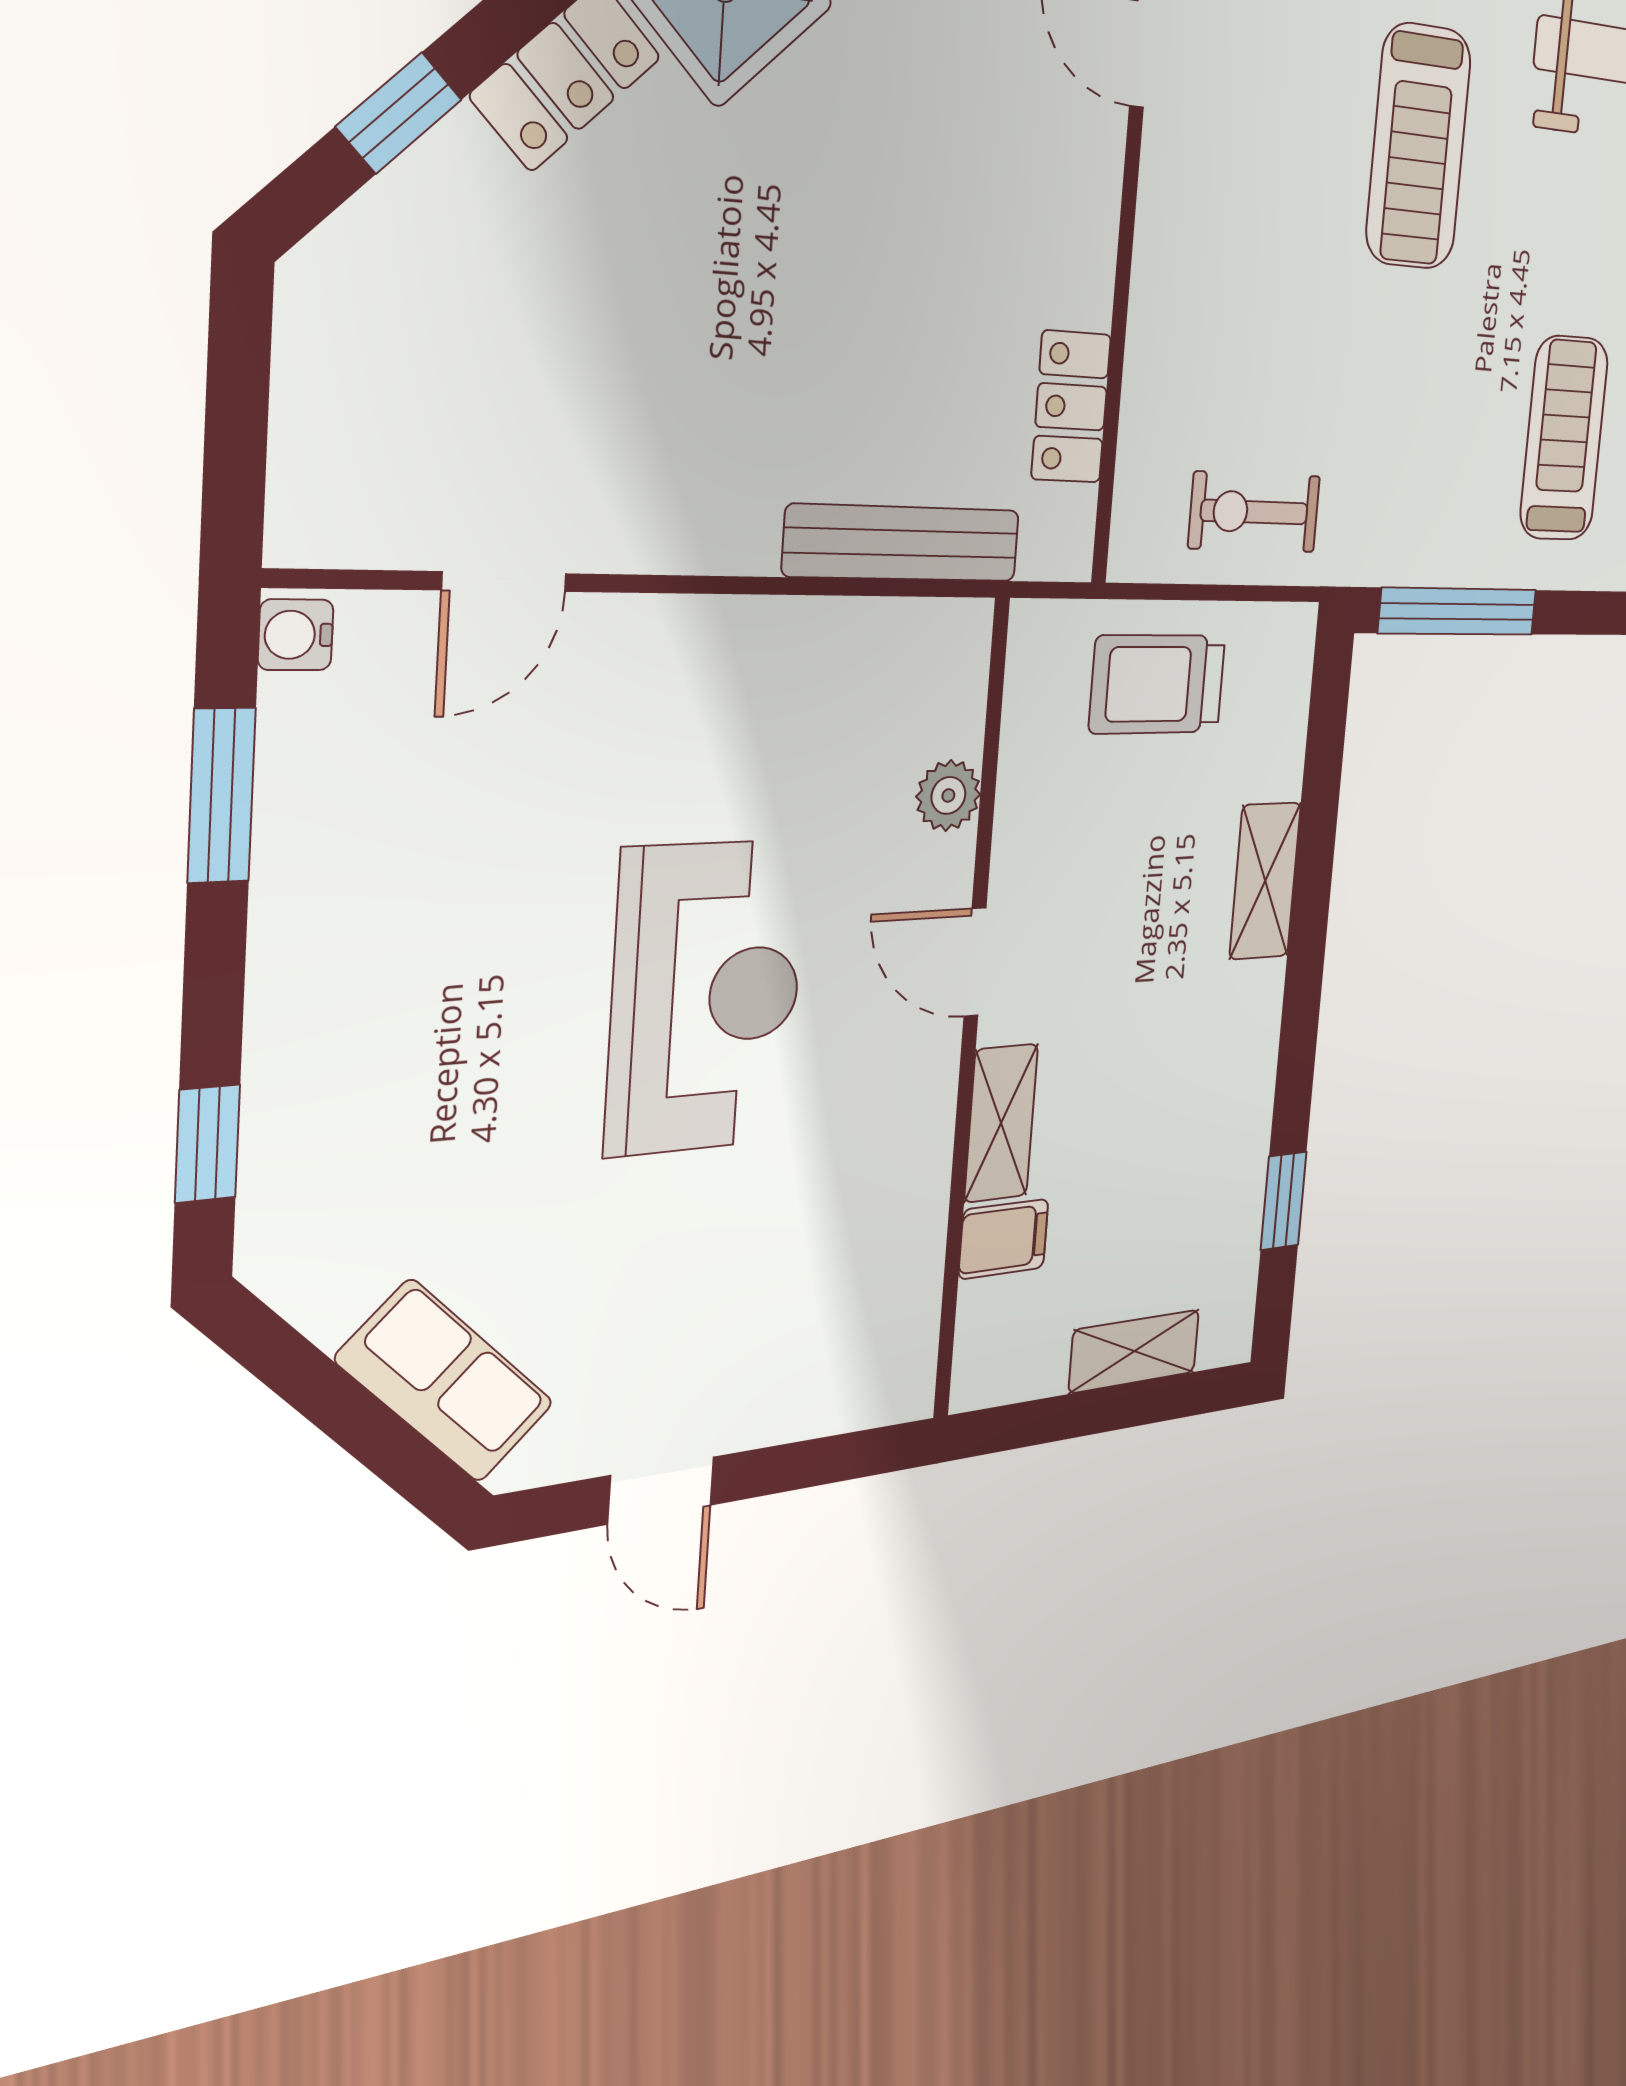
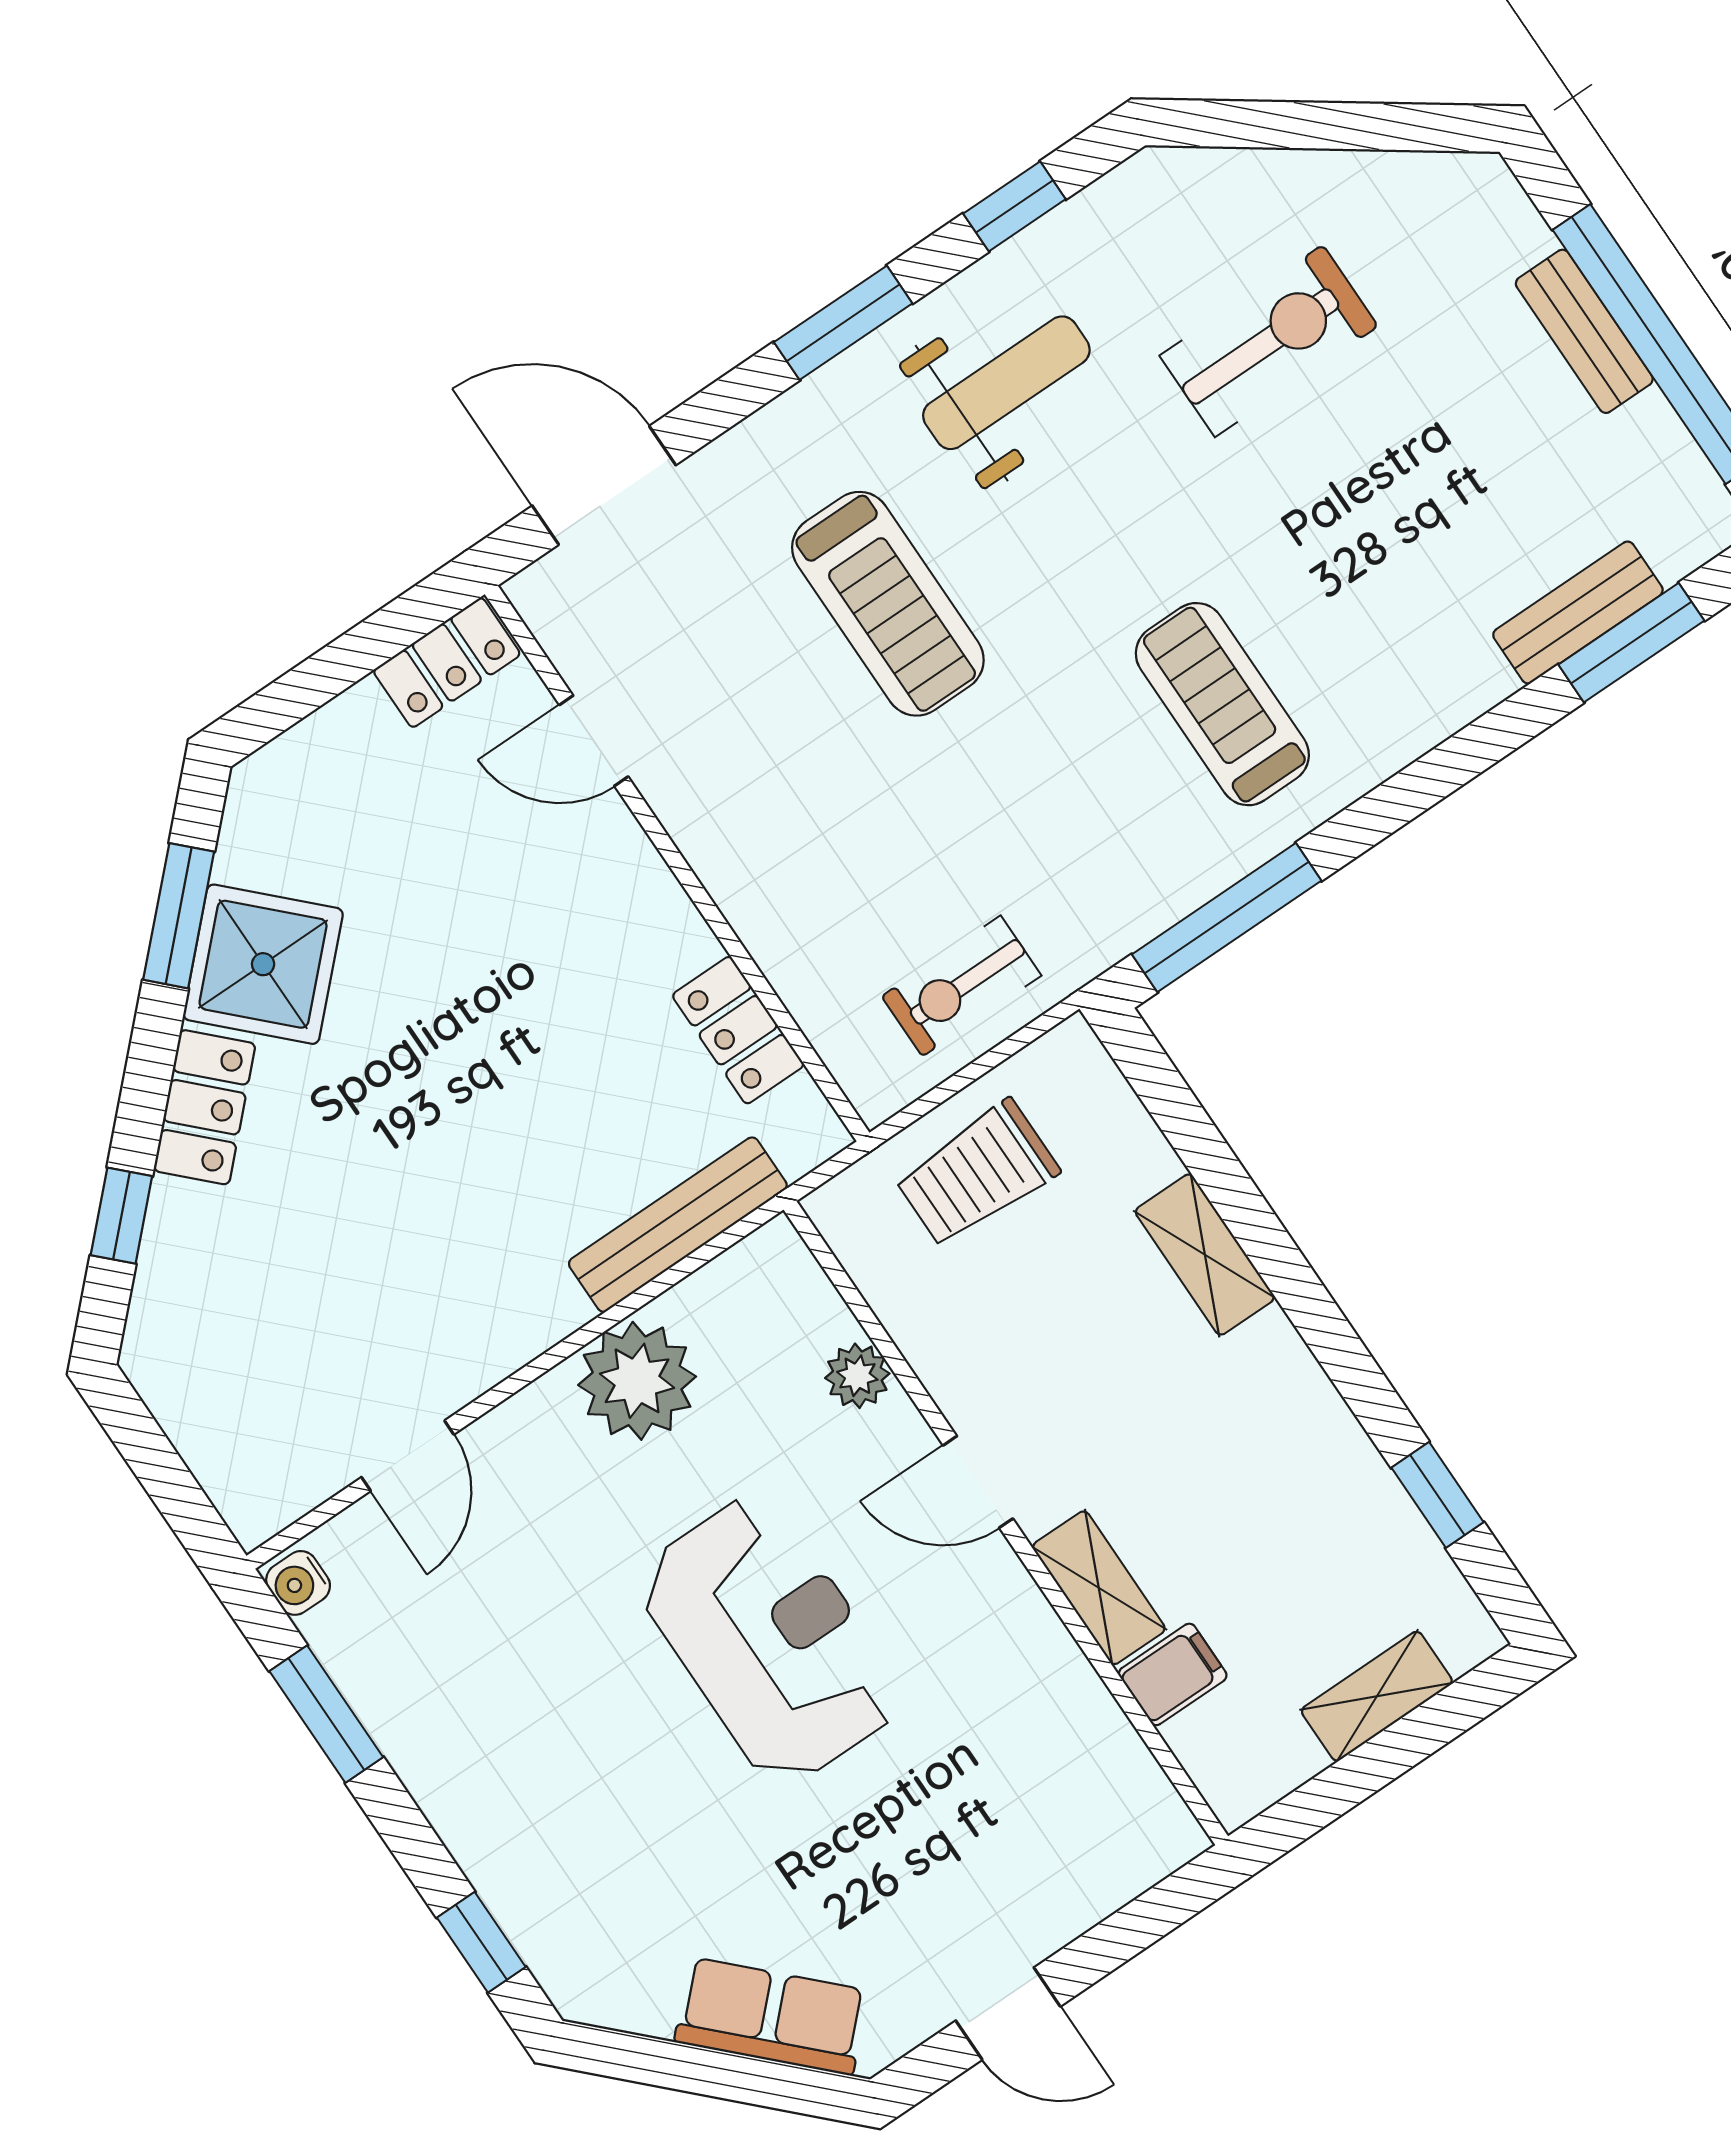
plant: (766, 664) -> (637, 1381), added

